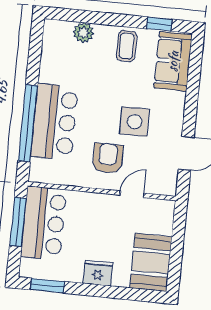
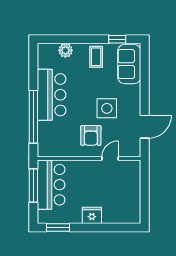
bar counter: (54, 122) -> (52, 95), moved
armchair: (108, 158) -> (91, 135), turned 180
booth: (151, 262) -> (128, 204), removed

